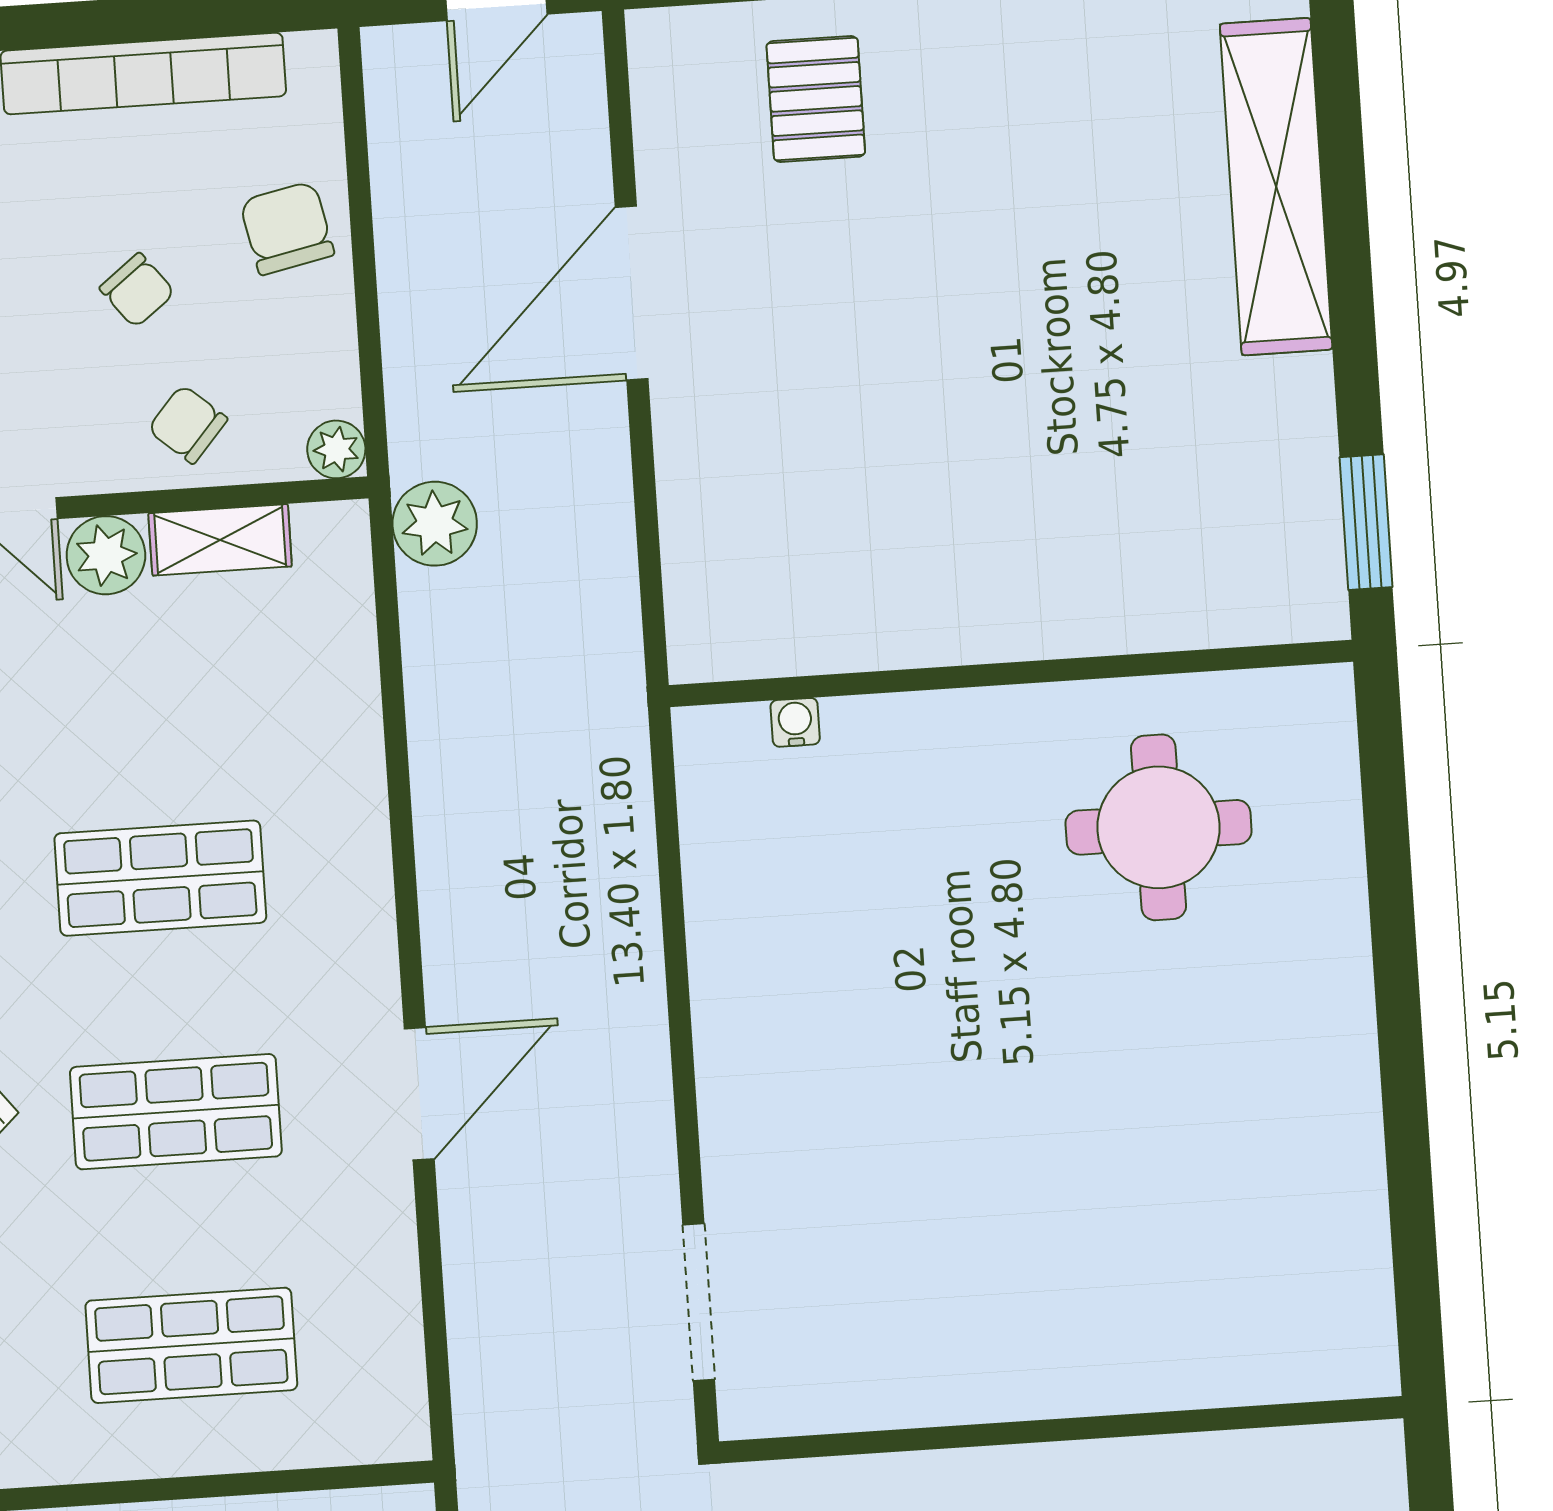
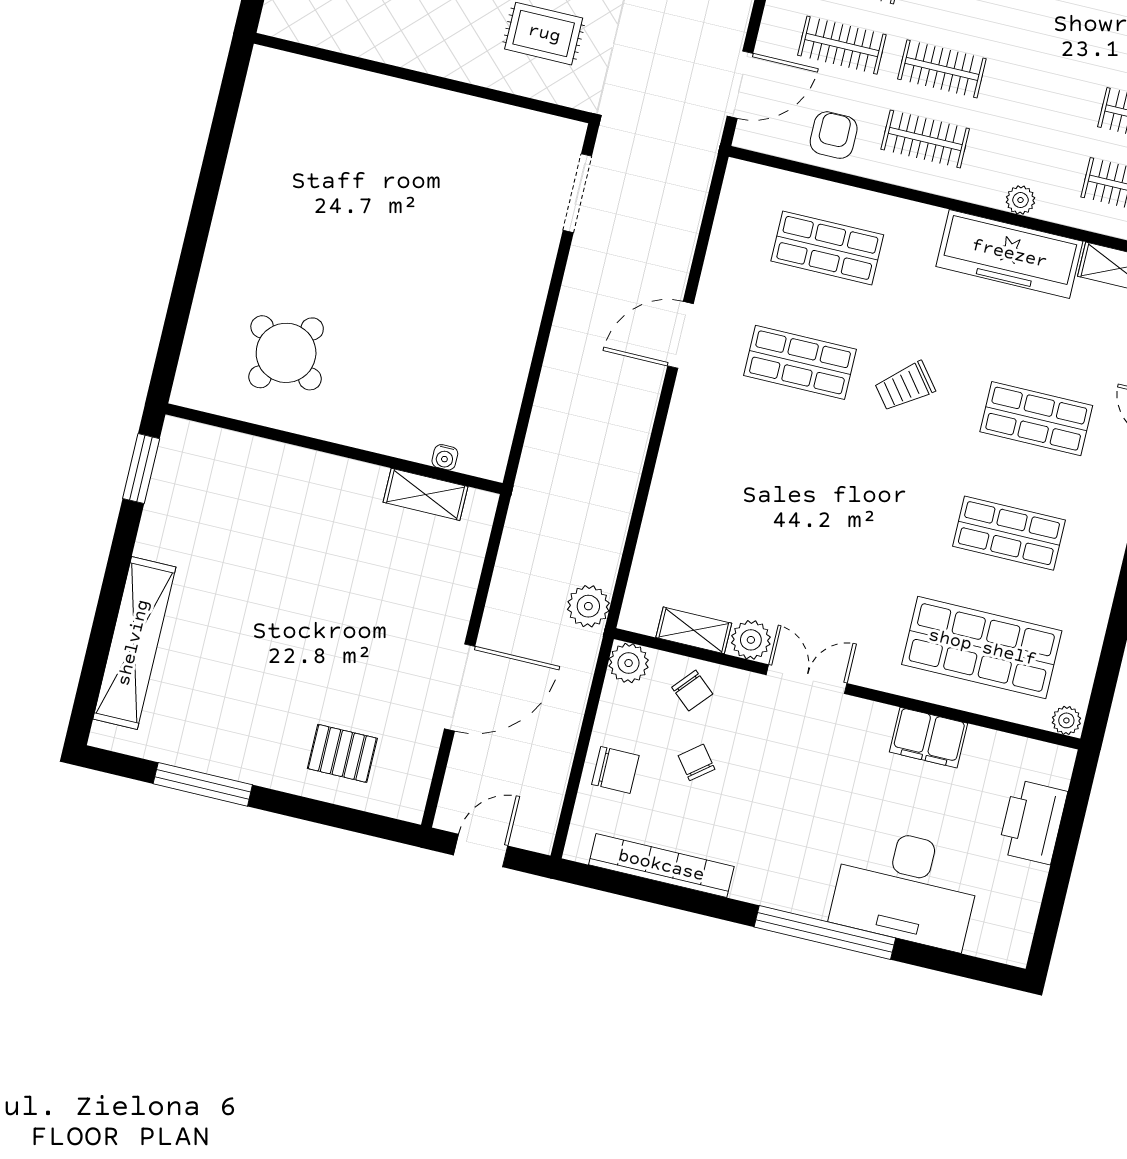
pallet: (816, 99) -> (342, 753), turned 90
chair: (287, 228) -> (615, 770), turned -78
plant: (336, 449) -> (629, 663), width x1.38, depth x1.38
shelving: (810, 640) -> (426, 494), added
round table: (1159, 827) -> (286, 353), turned 34
shop shelf: (160, 878) -> (773, 477), removed

